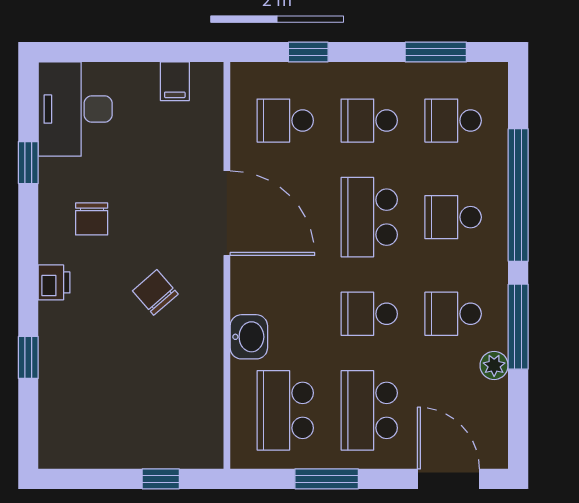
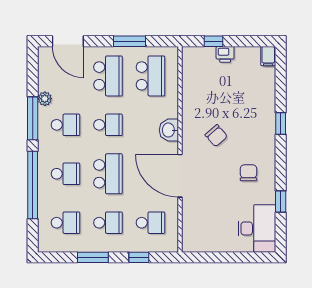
window: (436, 52) -> (93, 257), moved
filing cabinet: (175, 81) -> (268, 56), moved, turned 180
printer: (54, 282) -> (225, 54), moved, turned -90
washbasin: (249, 337) -> (169, 130), moved
window: (28, 357) -> (281, 123), moved

